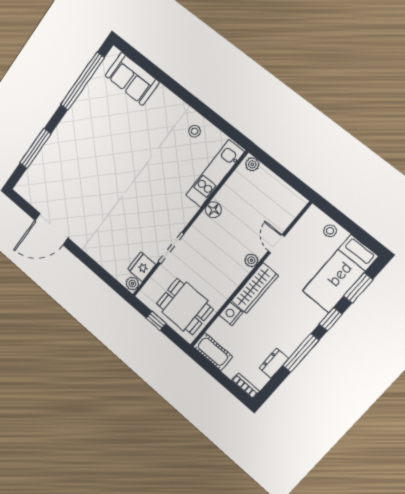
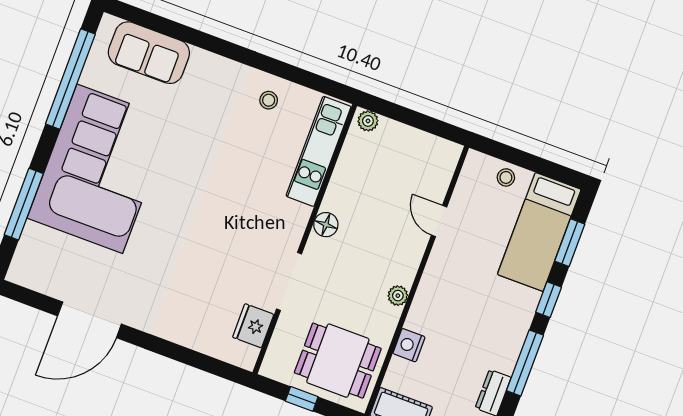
corner sofa: (83, 142) -> (100, 169), added
floor lamp: (213, 210) -> (326, 225), moved
plant: (251, 260) -> (398, 296), moved
plant: (132, 284) -> (247, 356), removed
wardrobe: (255, 288) -> (430, 295), removed

